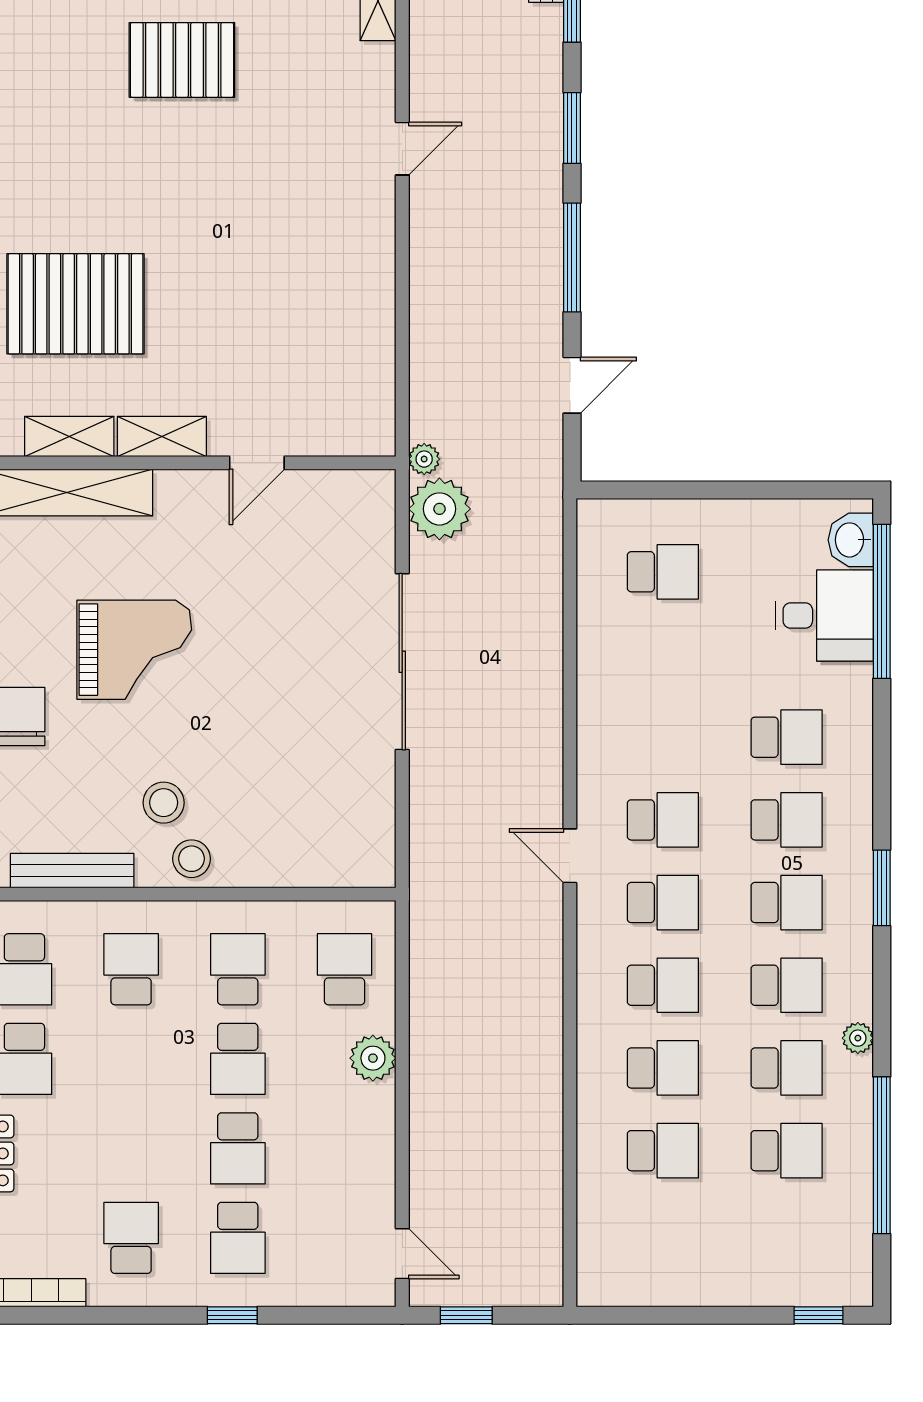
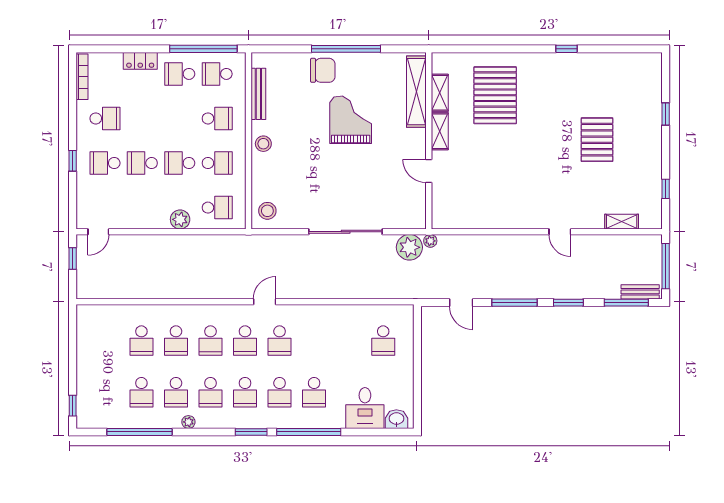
window: (882, 601) -> (309, 432), moved
grand piano: (134, 650) -> (351, 120), turned 180
stool: (164, 803) -> (267, 211), moved

